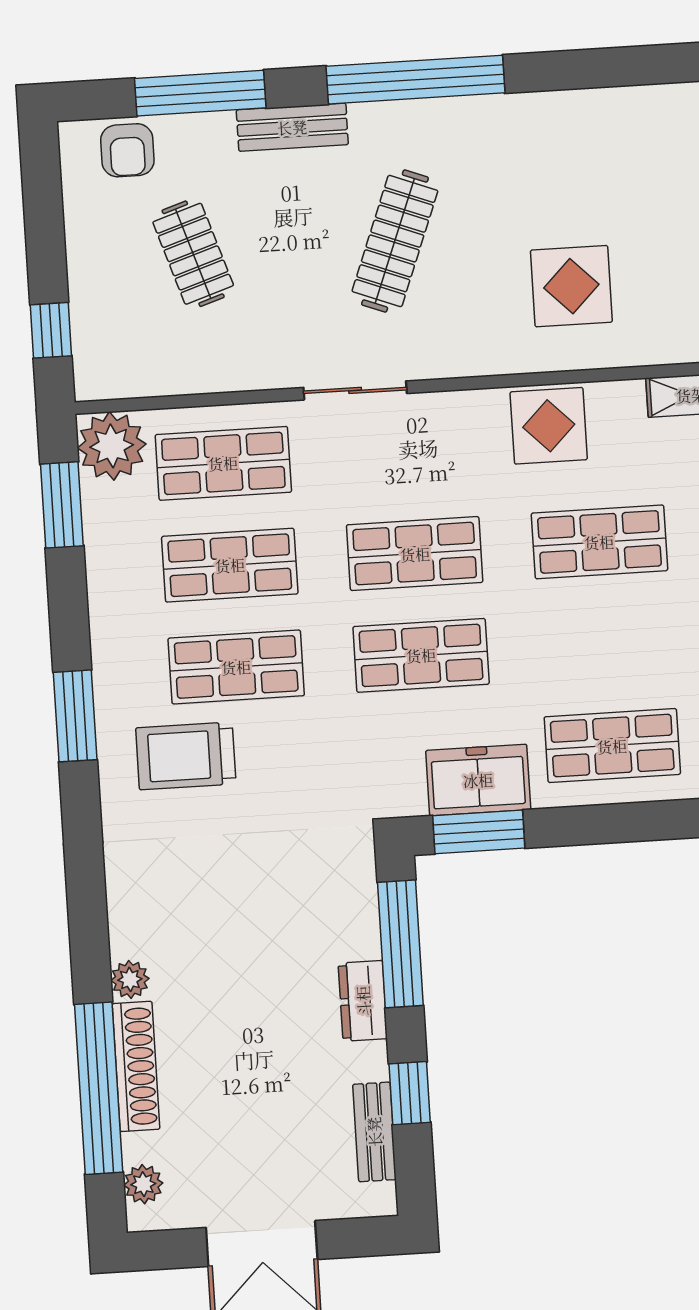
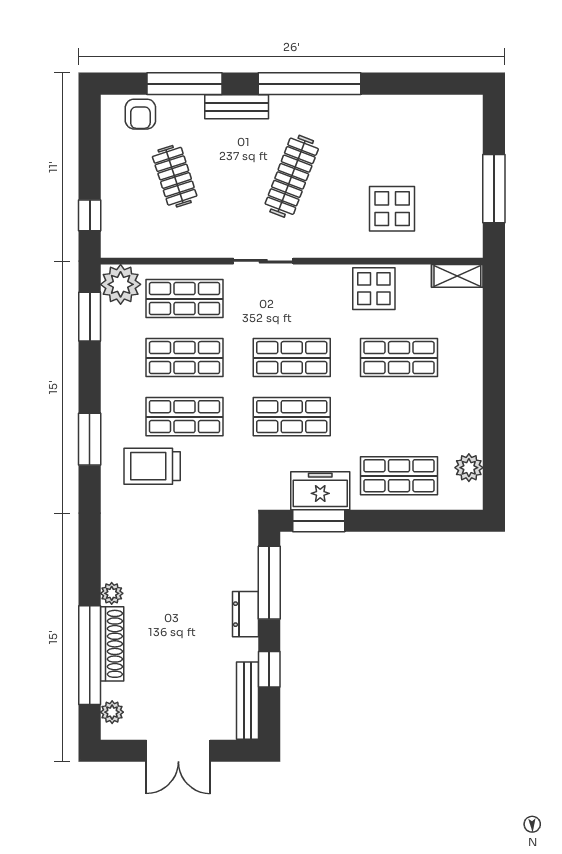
bench: (374, 1132) -> (247, 701), width x1.36

